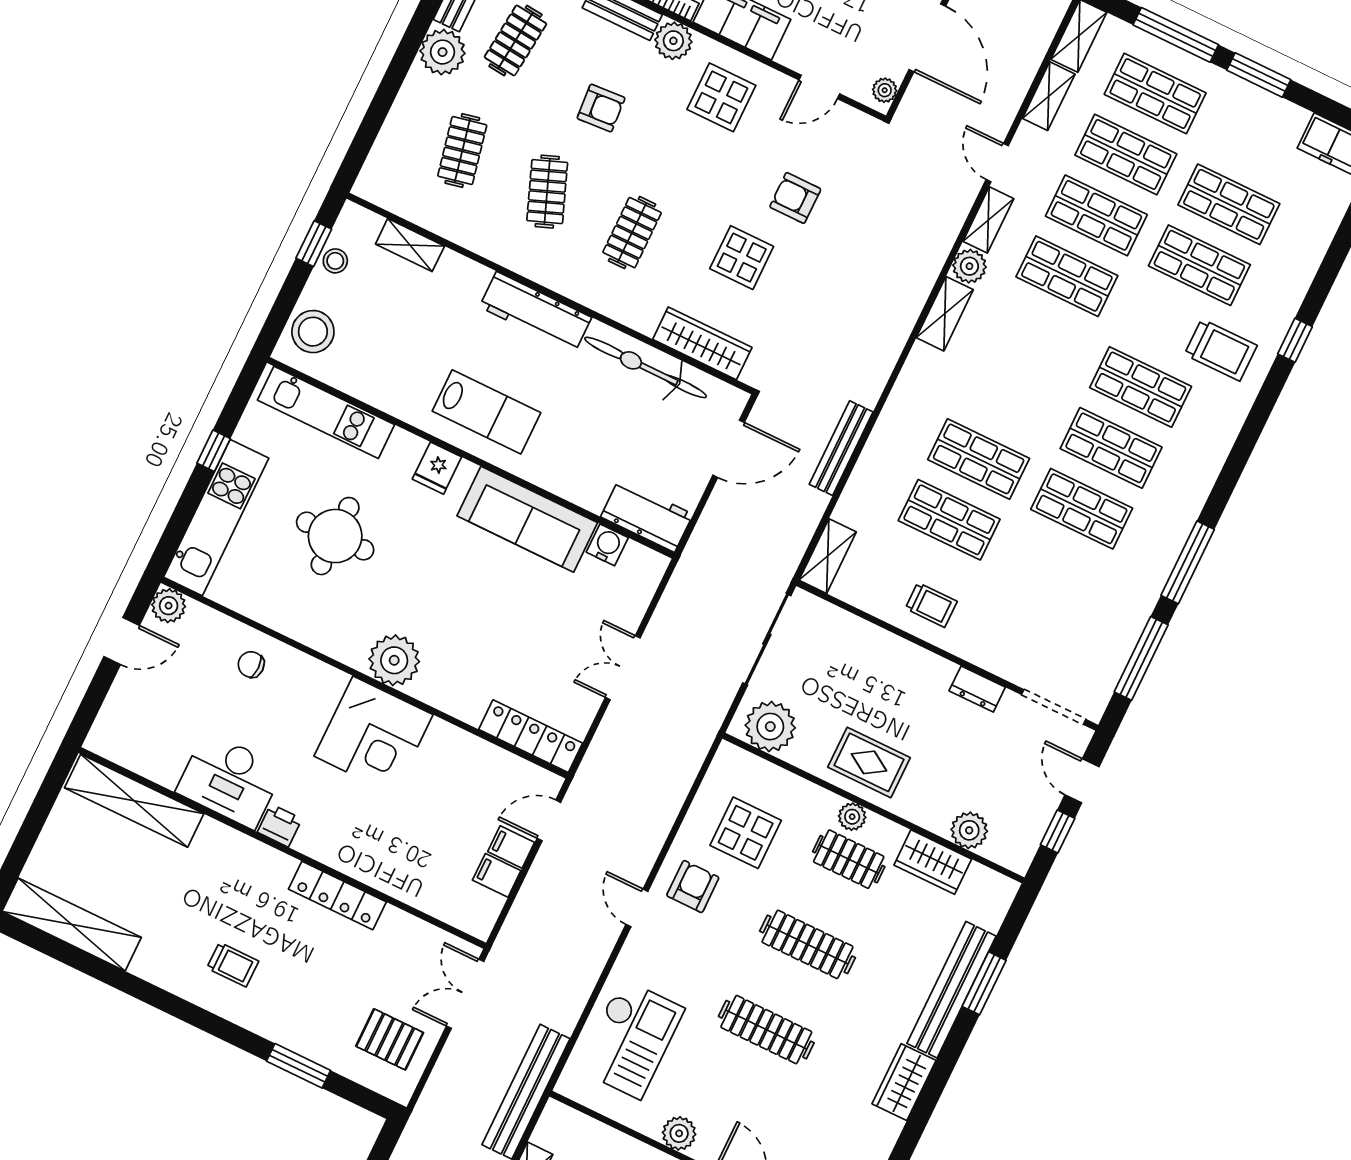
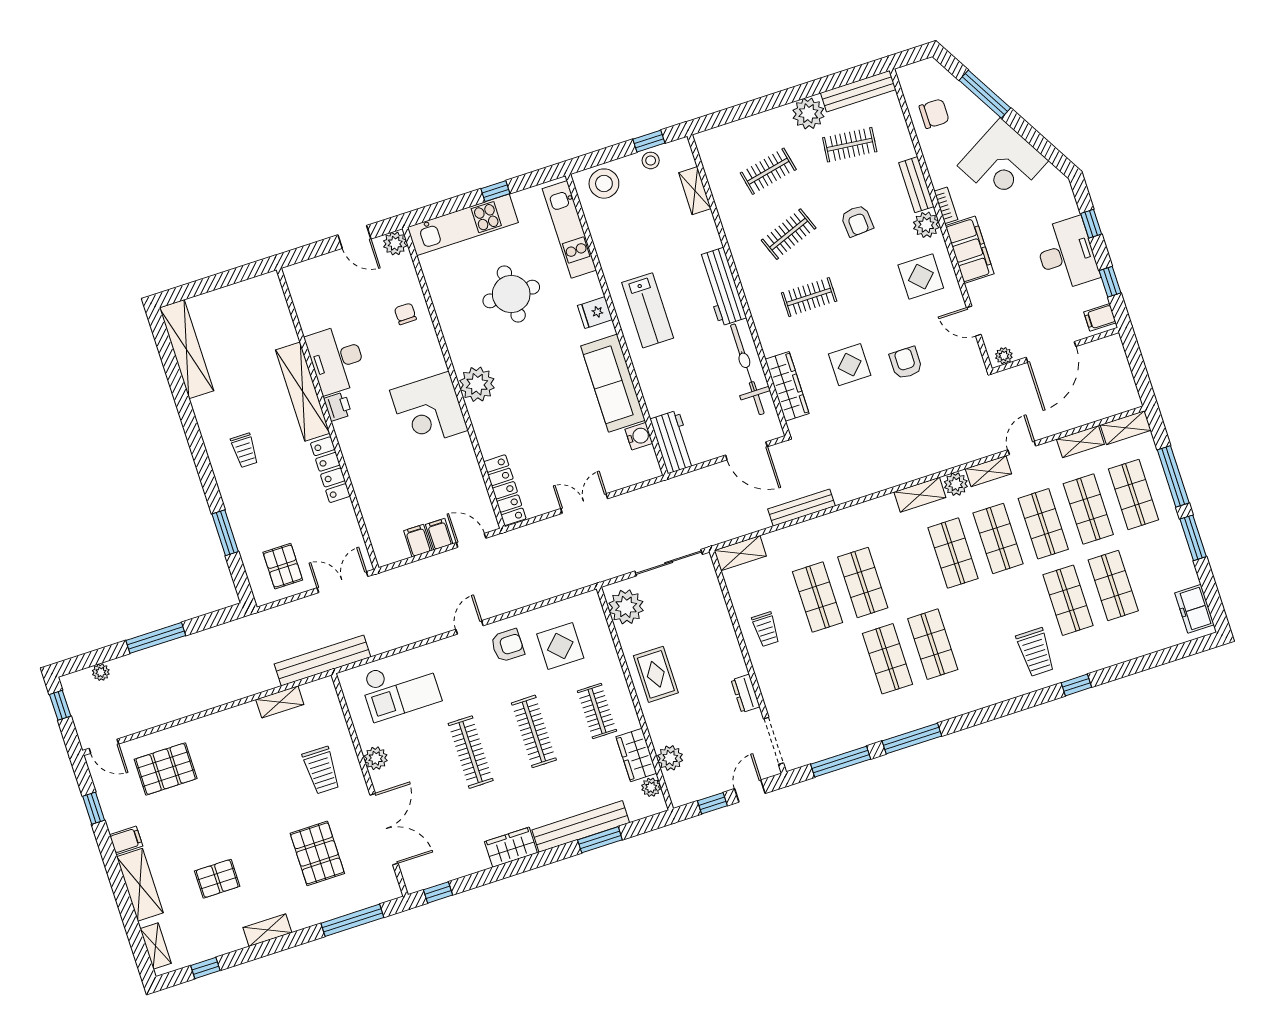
shop shelf: (1141, 387) -> (953, 553), moved
shelving: (134, 801) -> (303, 392), moved
plant: (852, 817) -> (651, 787), moved

